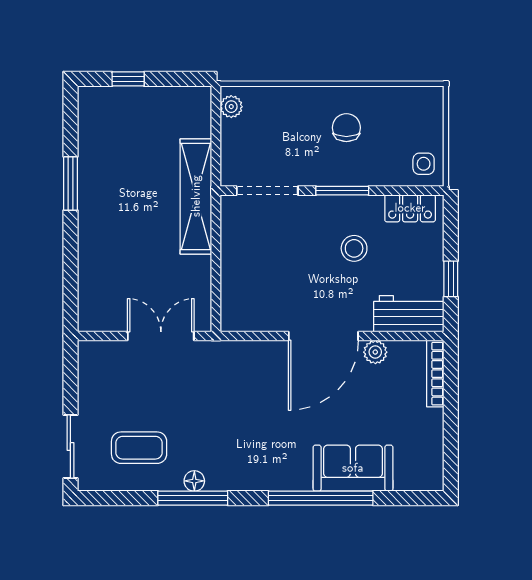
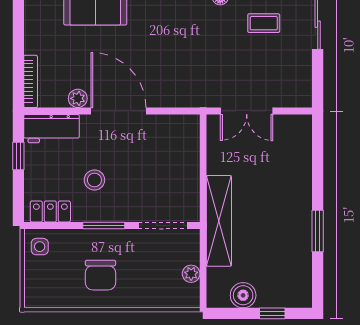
boiler: (165, 102) -> (243, 295), added
plant: (231, 107) -> (191, 274), moved
chair: (346, 128) -> (100, 275), width x1.37, depth x1.37
door: (323, 336) -> (119, 111), hinge flipped
coffee table: (139, 448) -> (264, 23), width x0.73, depth x0.77

